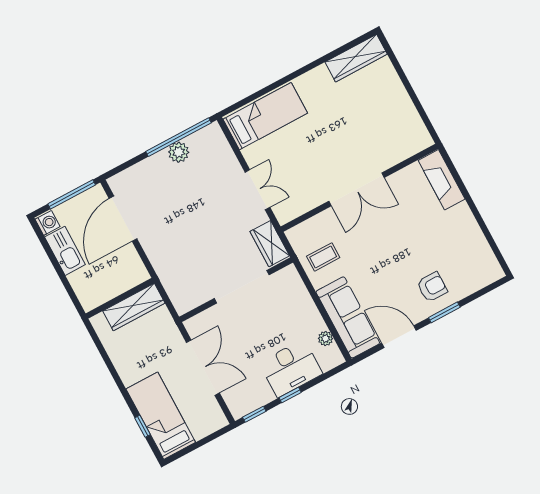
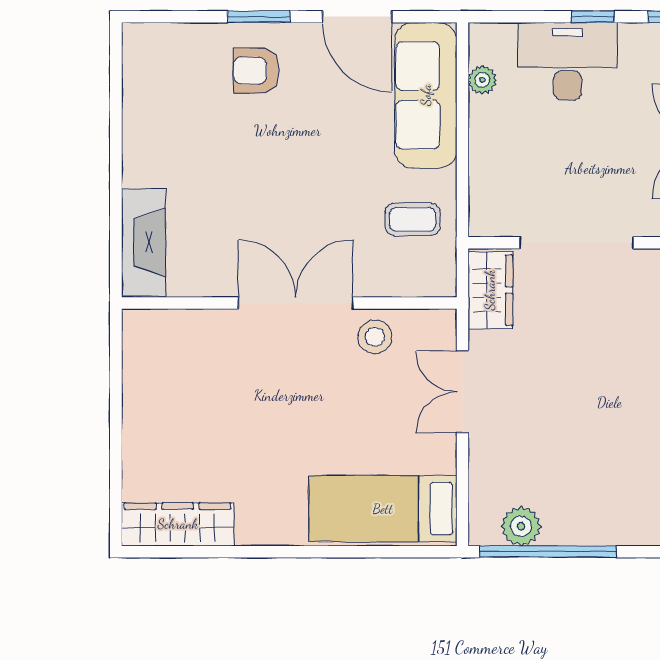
plant: (179, 152) -> (521, 526), moved
stool: (311, 193) -> (375, 337), added

